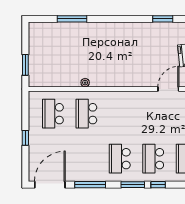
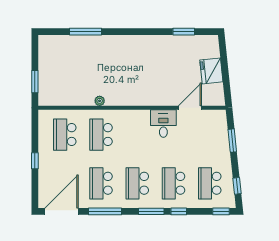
desk: (144, 104) -> (163, 124), added
school desk: (86, 159) -> (101, 183), added

